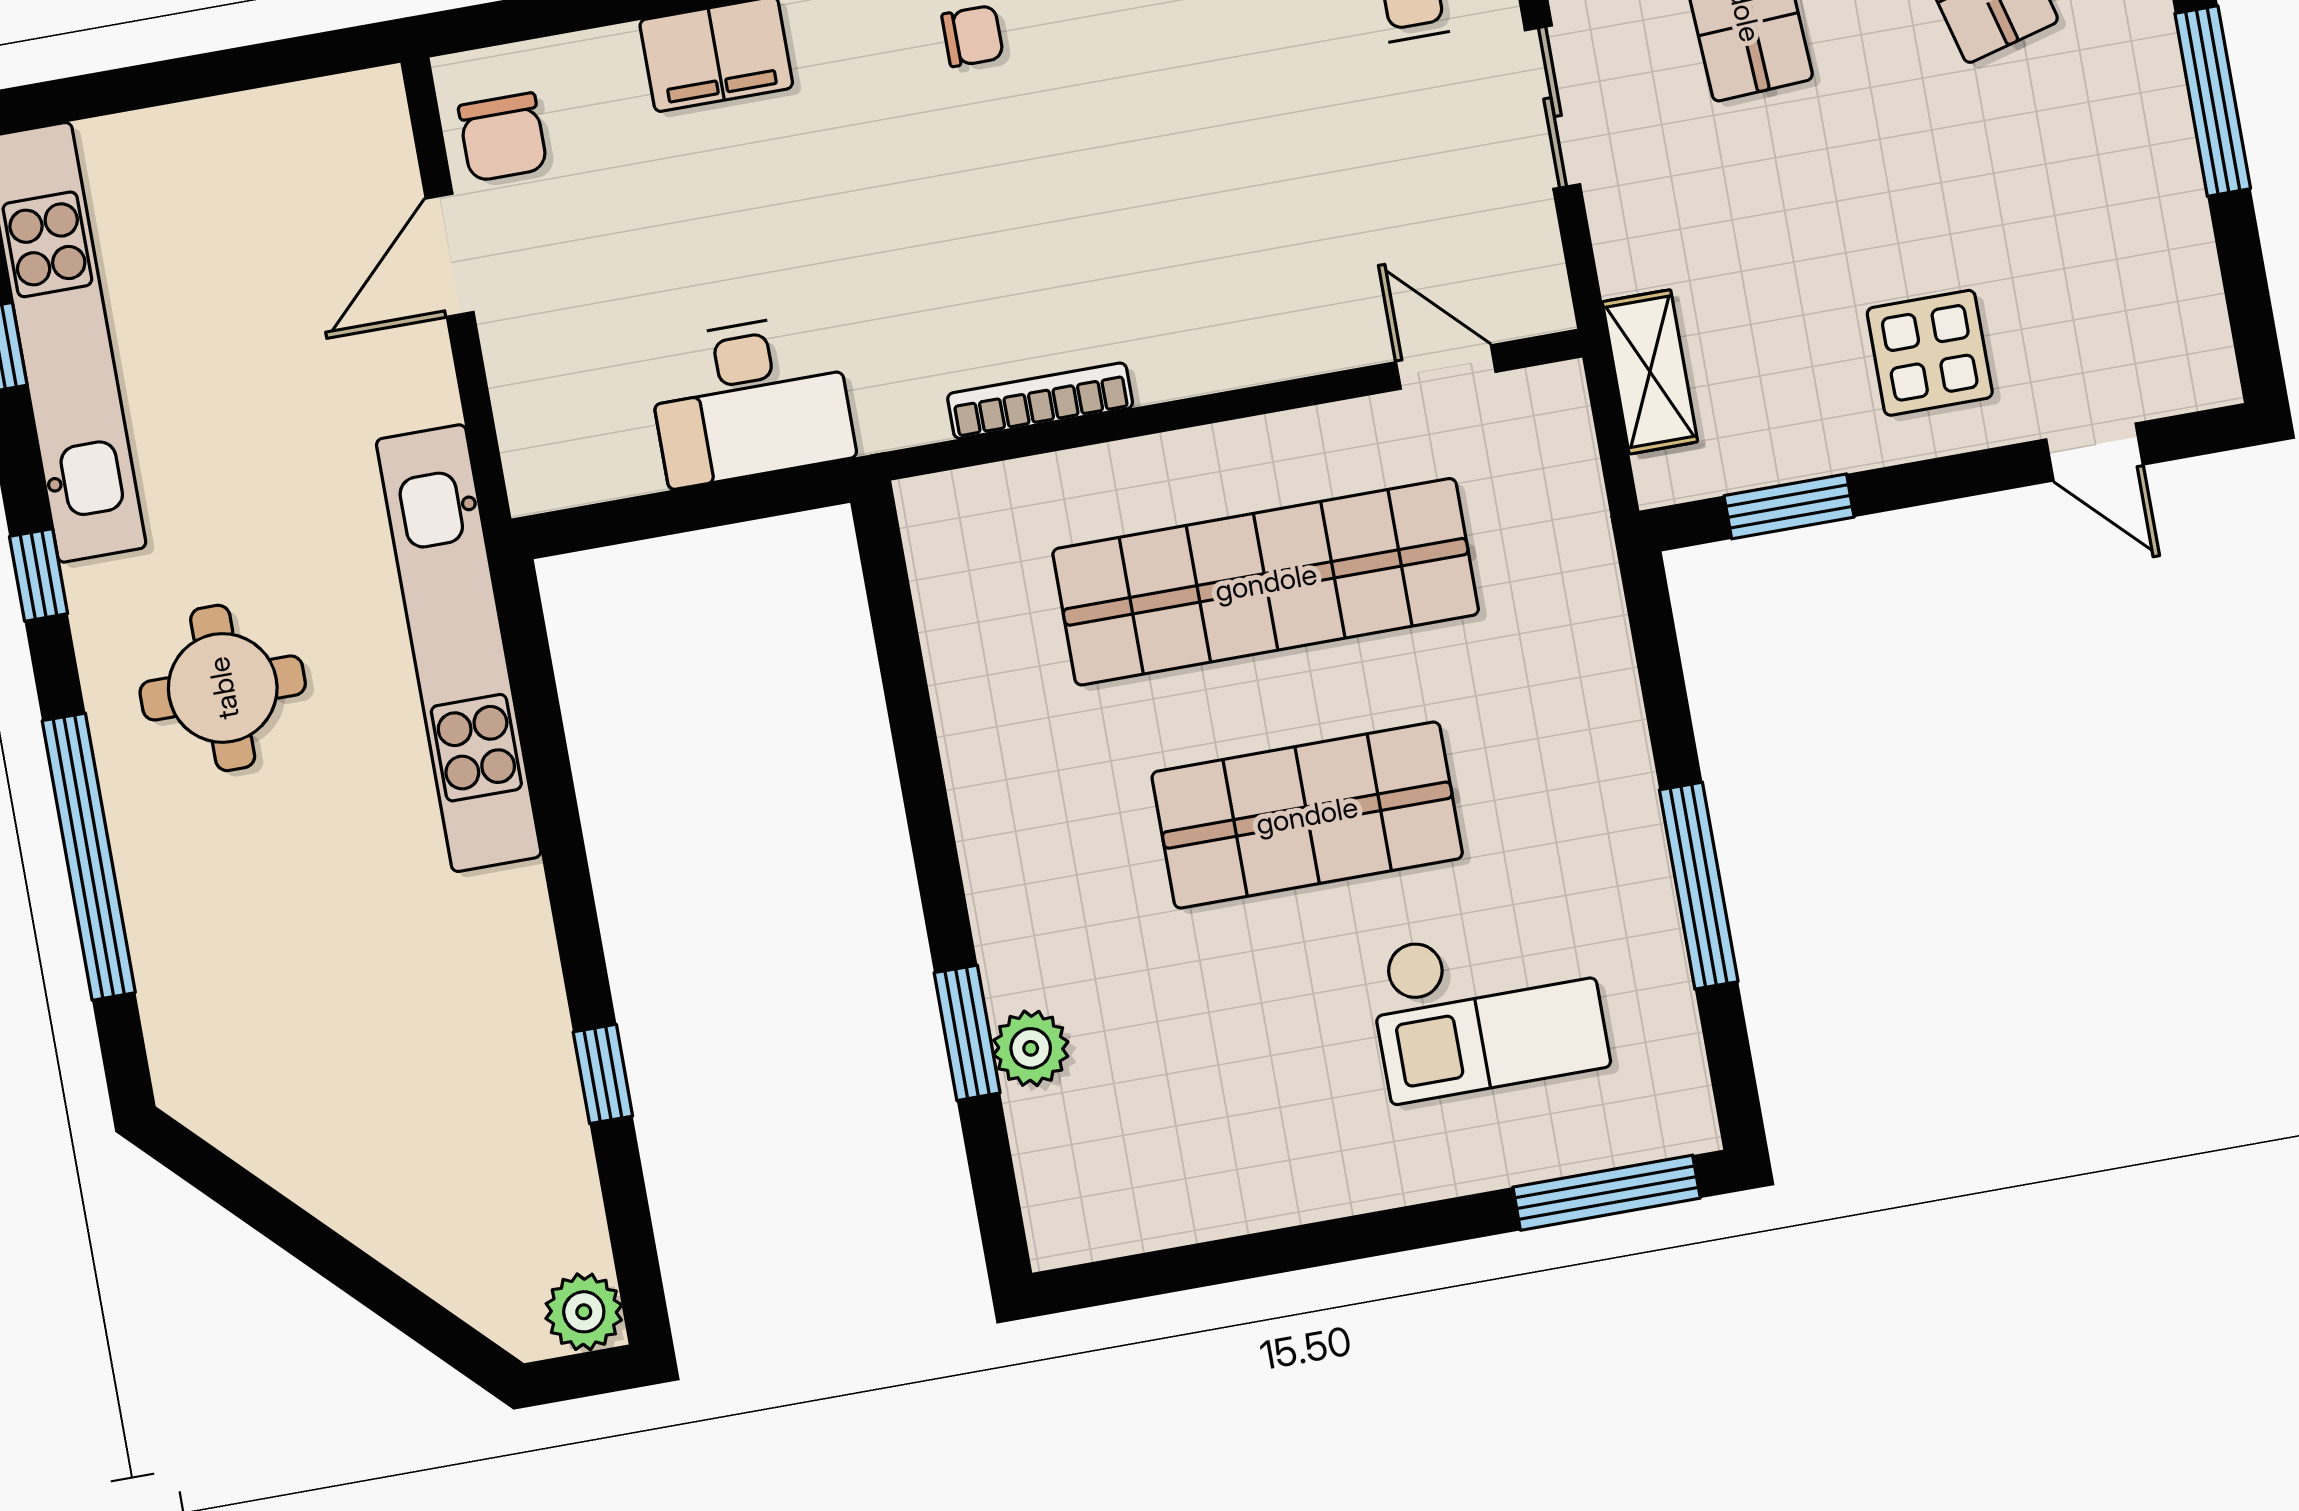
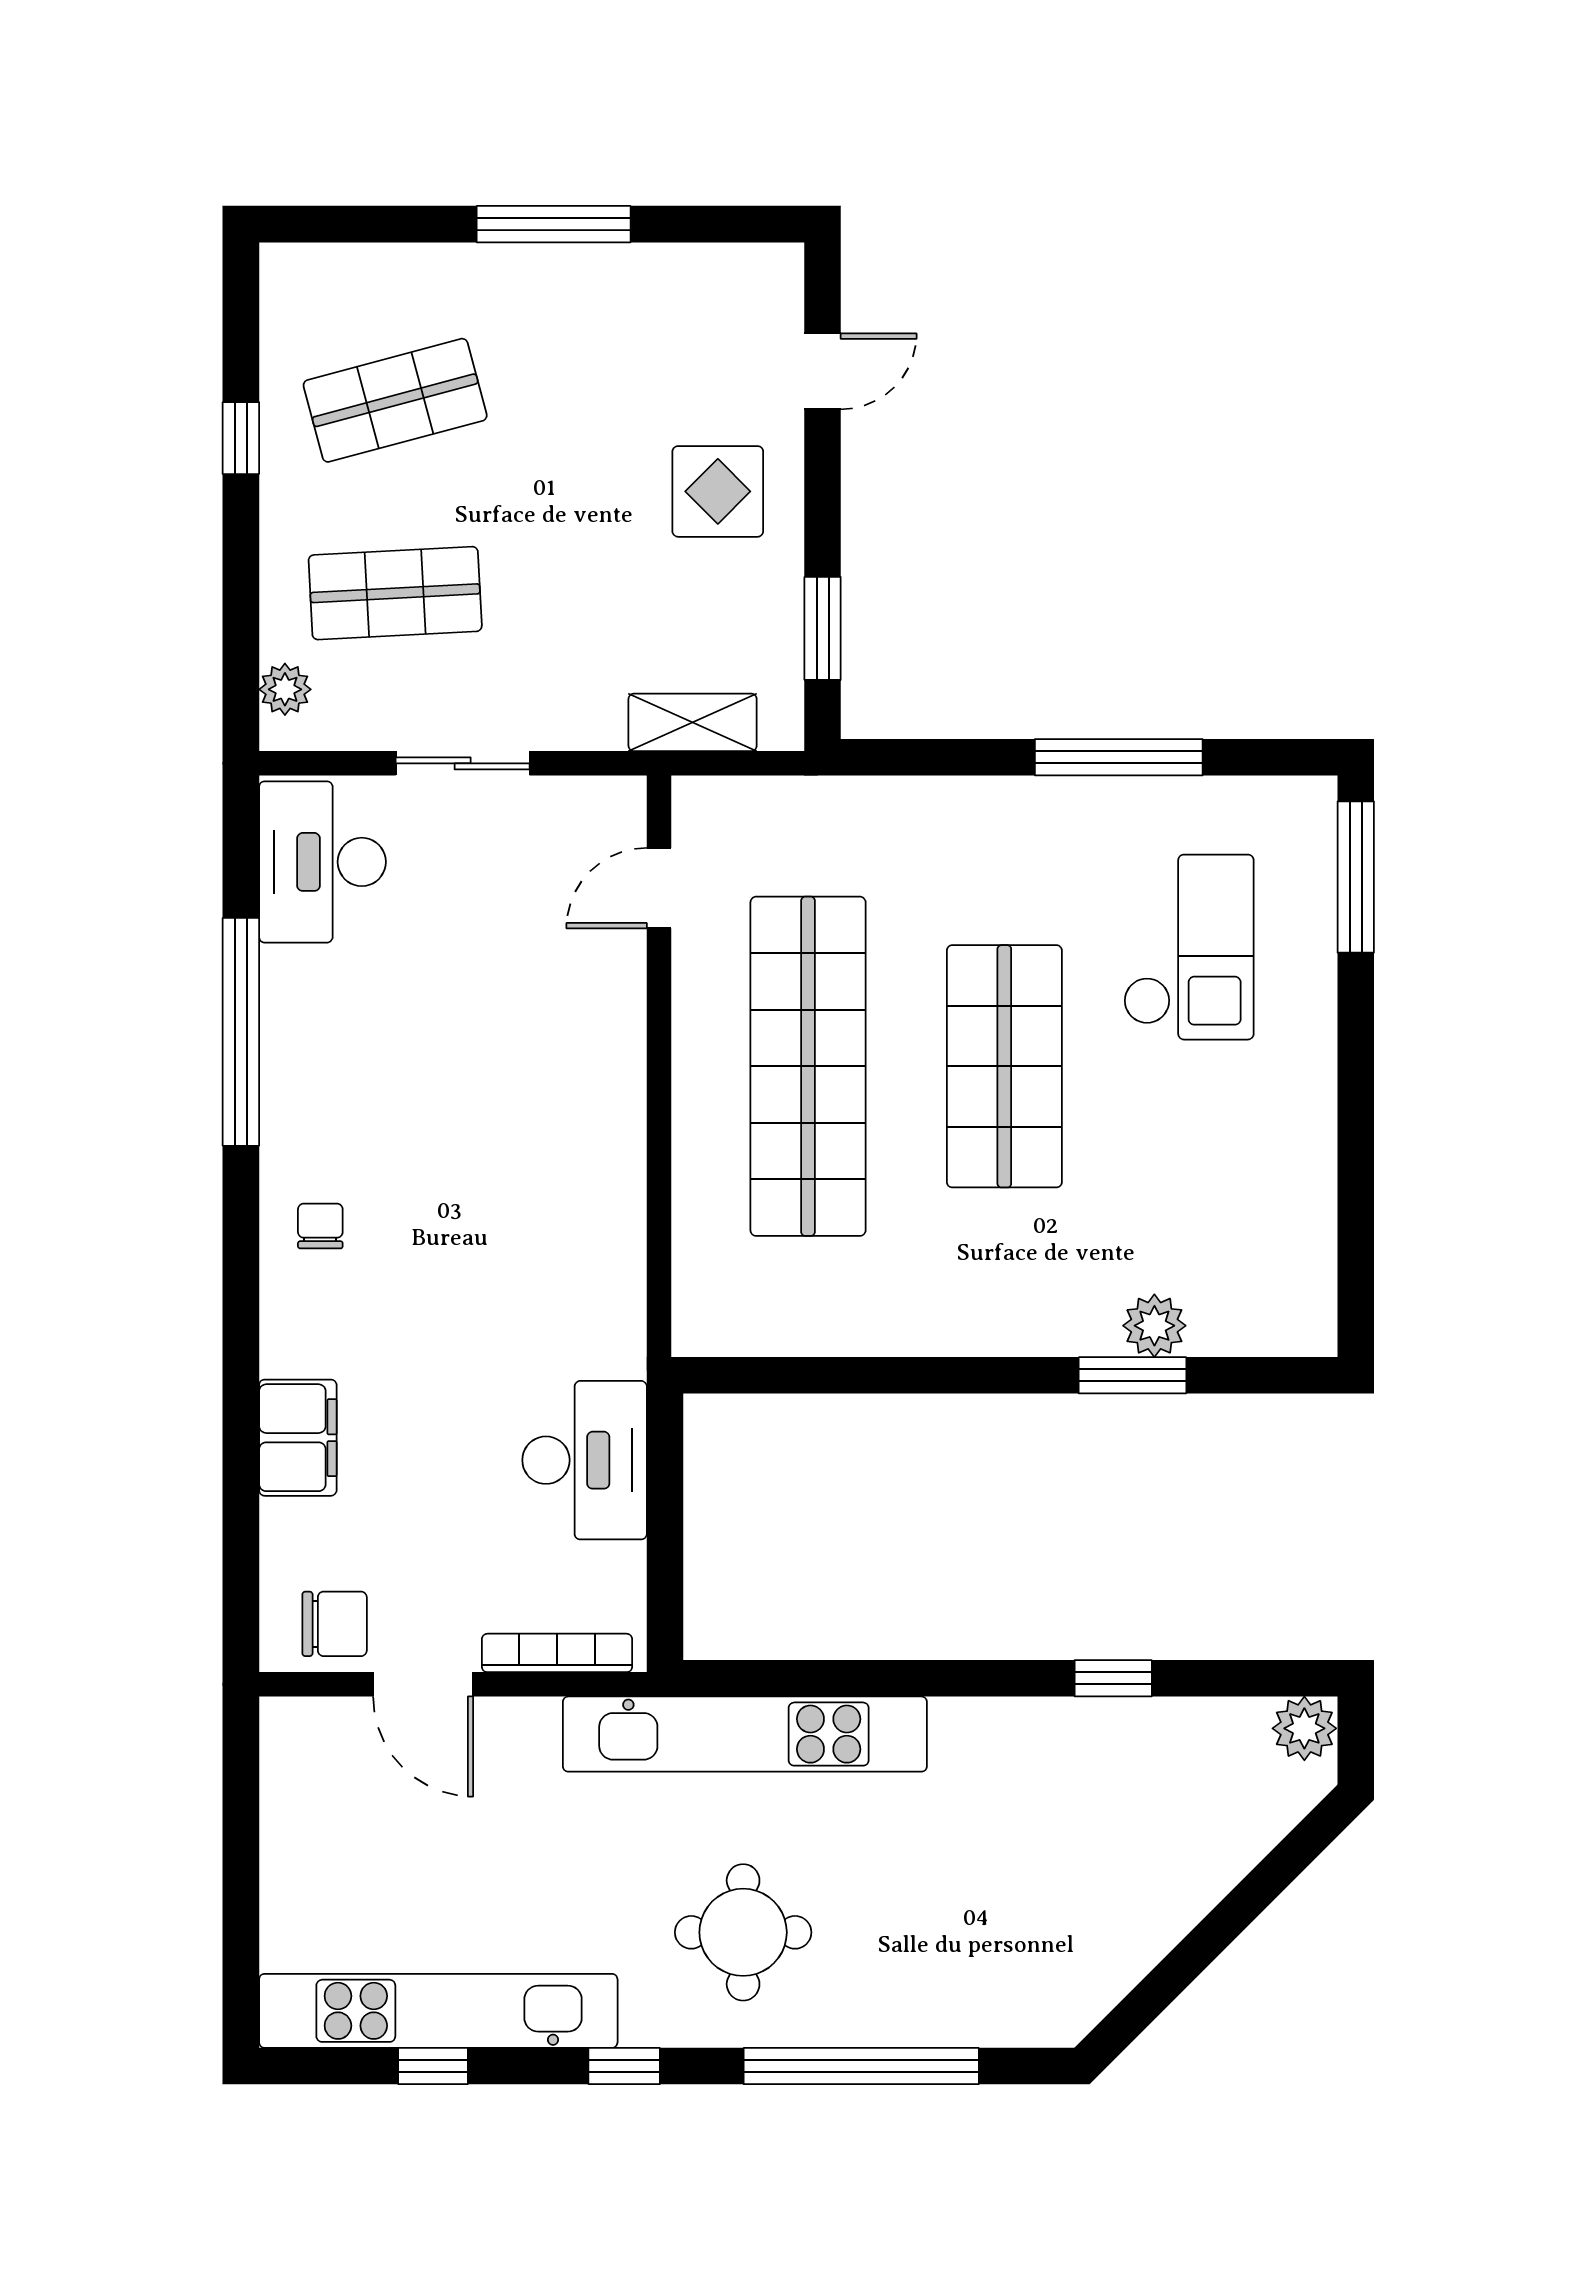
bookcase: (1040, 401) -> (557, 1653), moved, turned 90

